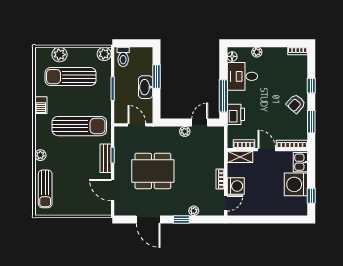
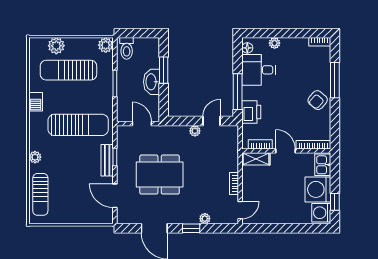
window: (311, 86) -> (335, 80), width x2.17
window: (311, 122) -> (335, 120), removed
washing machine: (236, 186) -> (321, 213), moved, turned 180

